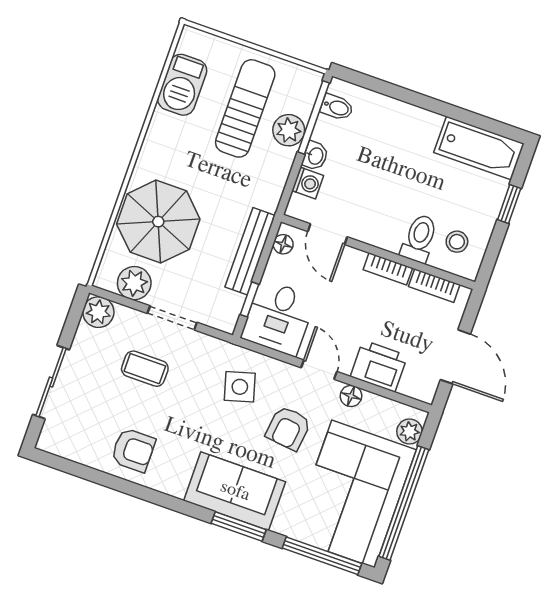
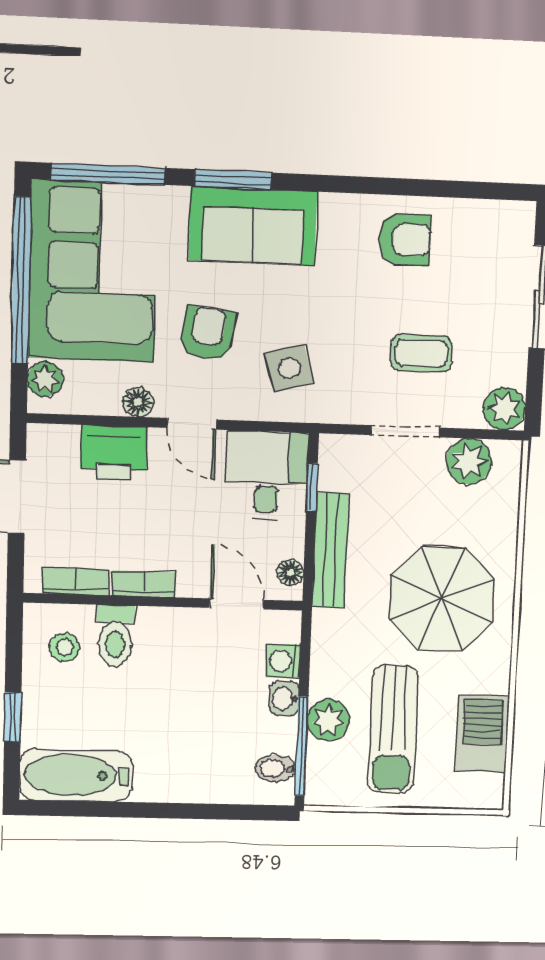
parasol: (158, 222) -> (442, 599), moved
armchair: (133, 450) -> (405, 240), turned 180

